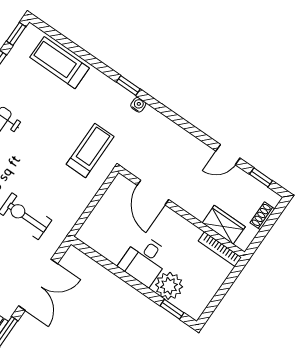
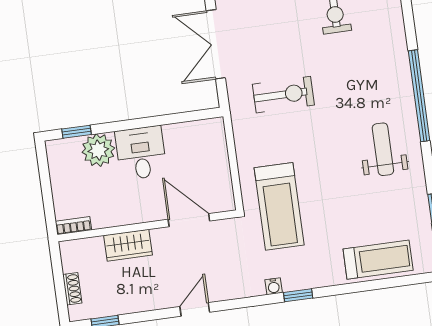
treadmill: (90, 150) -> (279, 206), width x1.37, depth x1.38
door: (228, 155) -> (195, 309), moved
wardrobe: (224, 225) -> (128, 245), moved
bookcase: (220, 249) -> (73, 226), width x0.64

